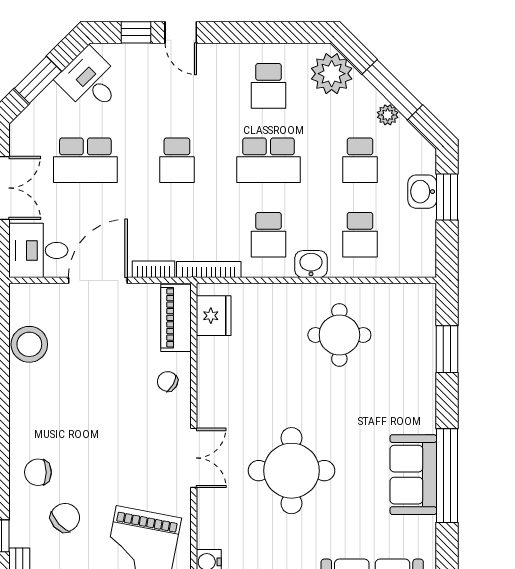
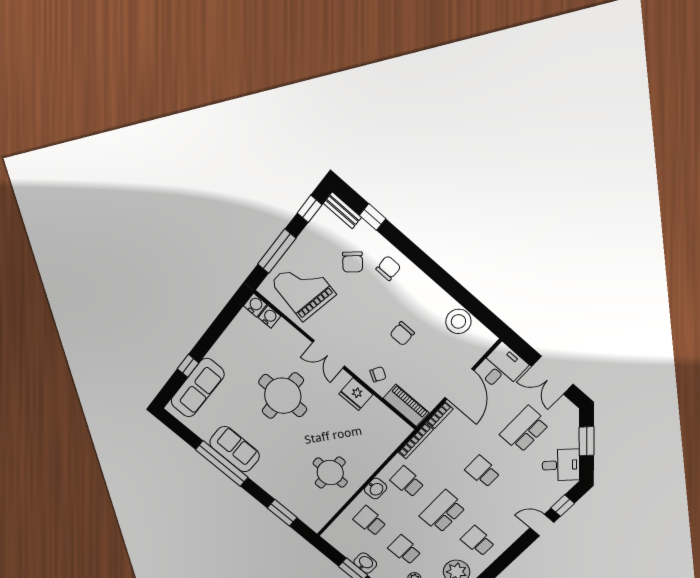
fridge: (214, 316) -> (356, 394), moved
chair: (97, 395) -> (402, 334), added

